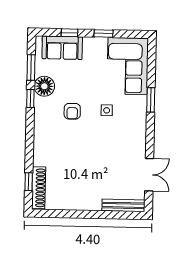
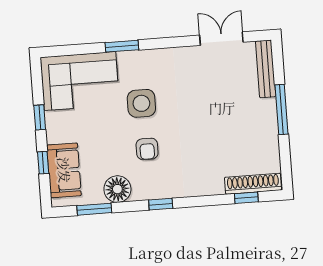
window: (30, 98) -> (161, 204), moved
side table: (107, 110) -> (141, 103), width x1.87, depth x1.87
armchair: (72, 111) -> (147, 149), turned 90
window: (92, 214) -> (281, 110), added

